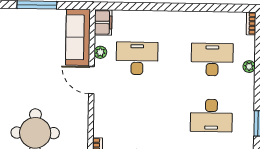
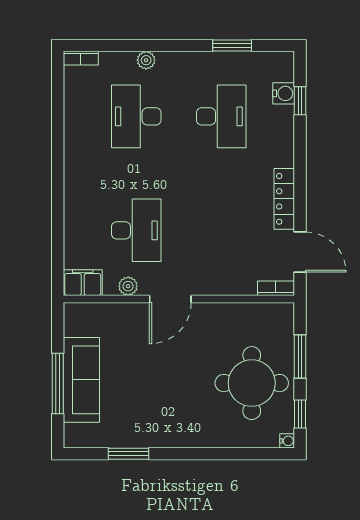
sofa: (78, 37) -> (81, 380), moved, turned -90
desk: (137, 58) -> (136, 230), turned 180

